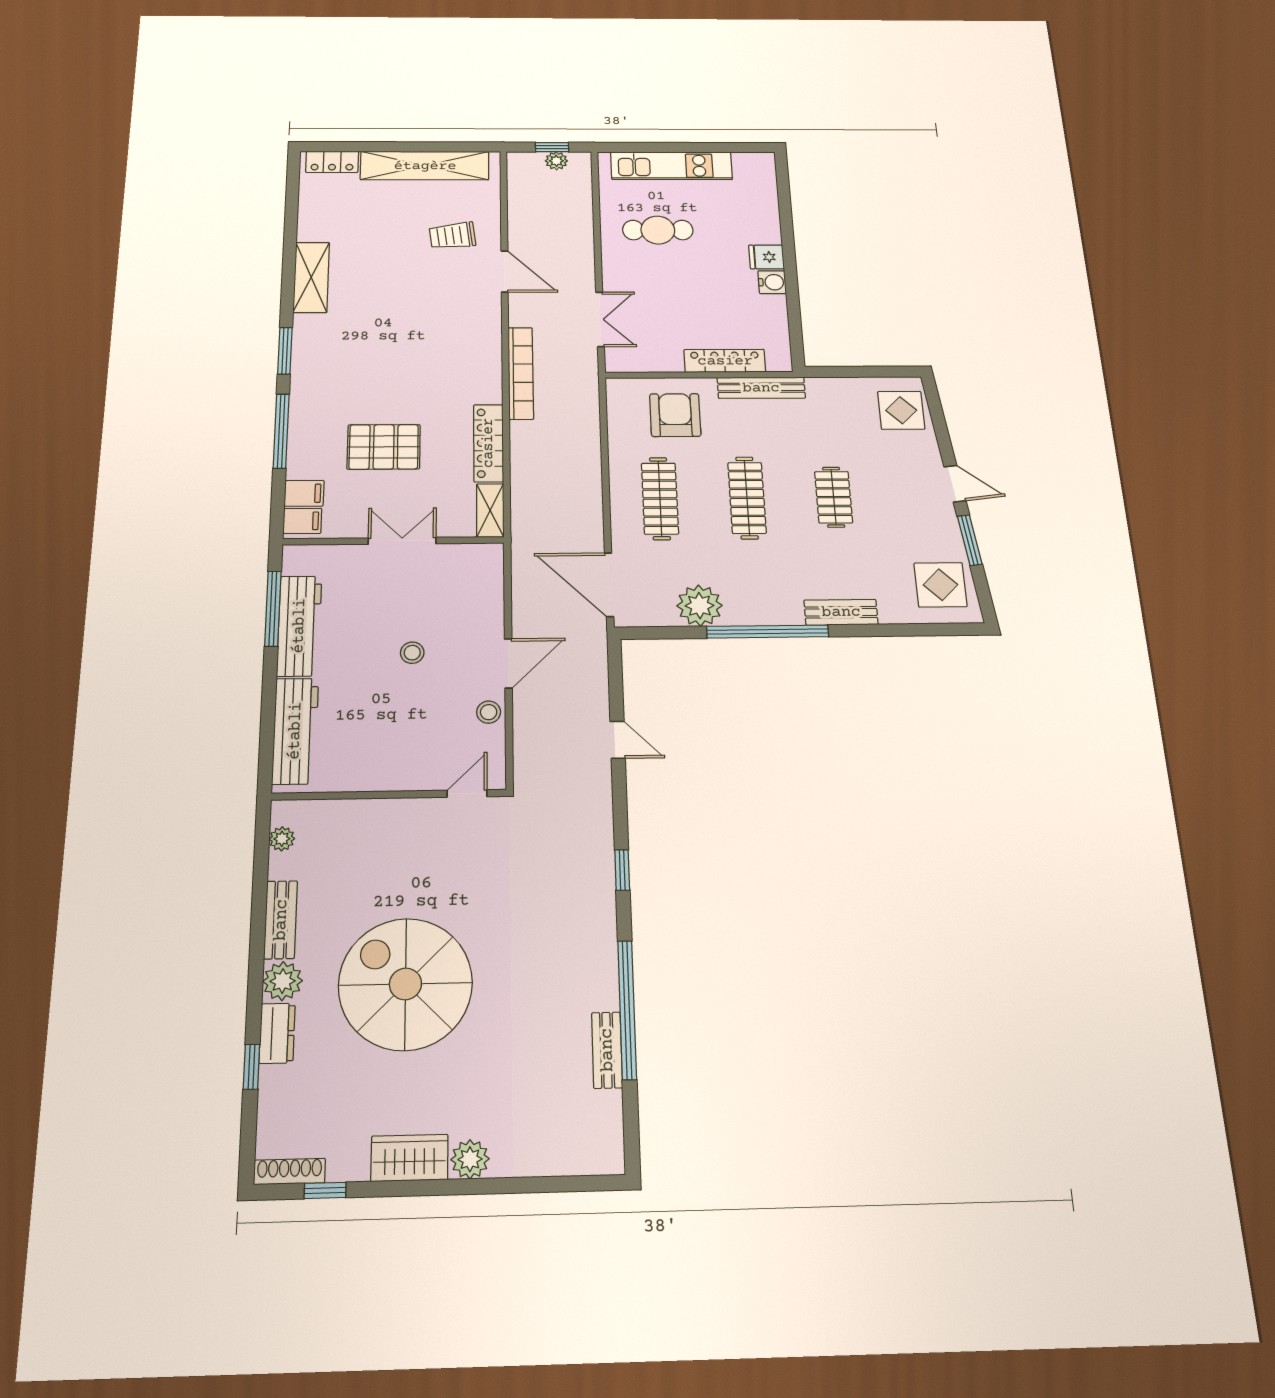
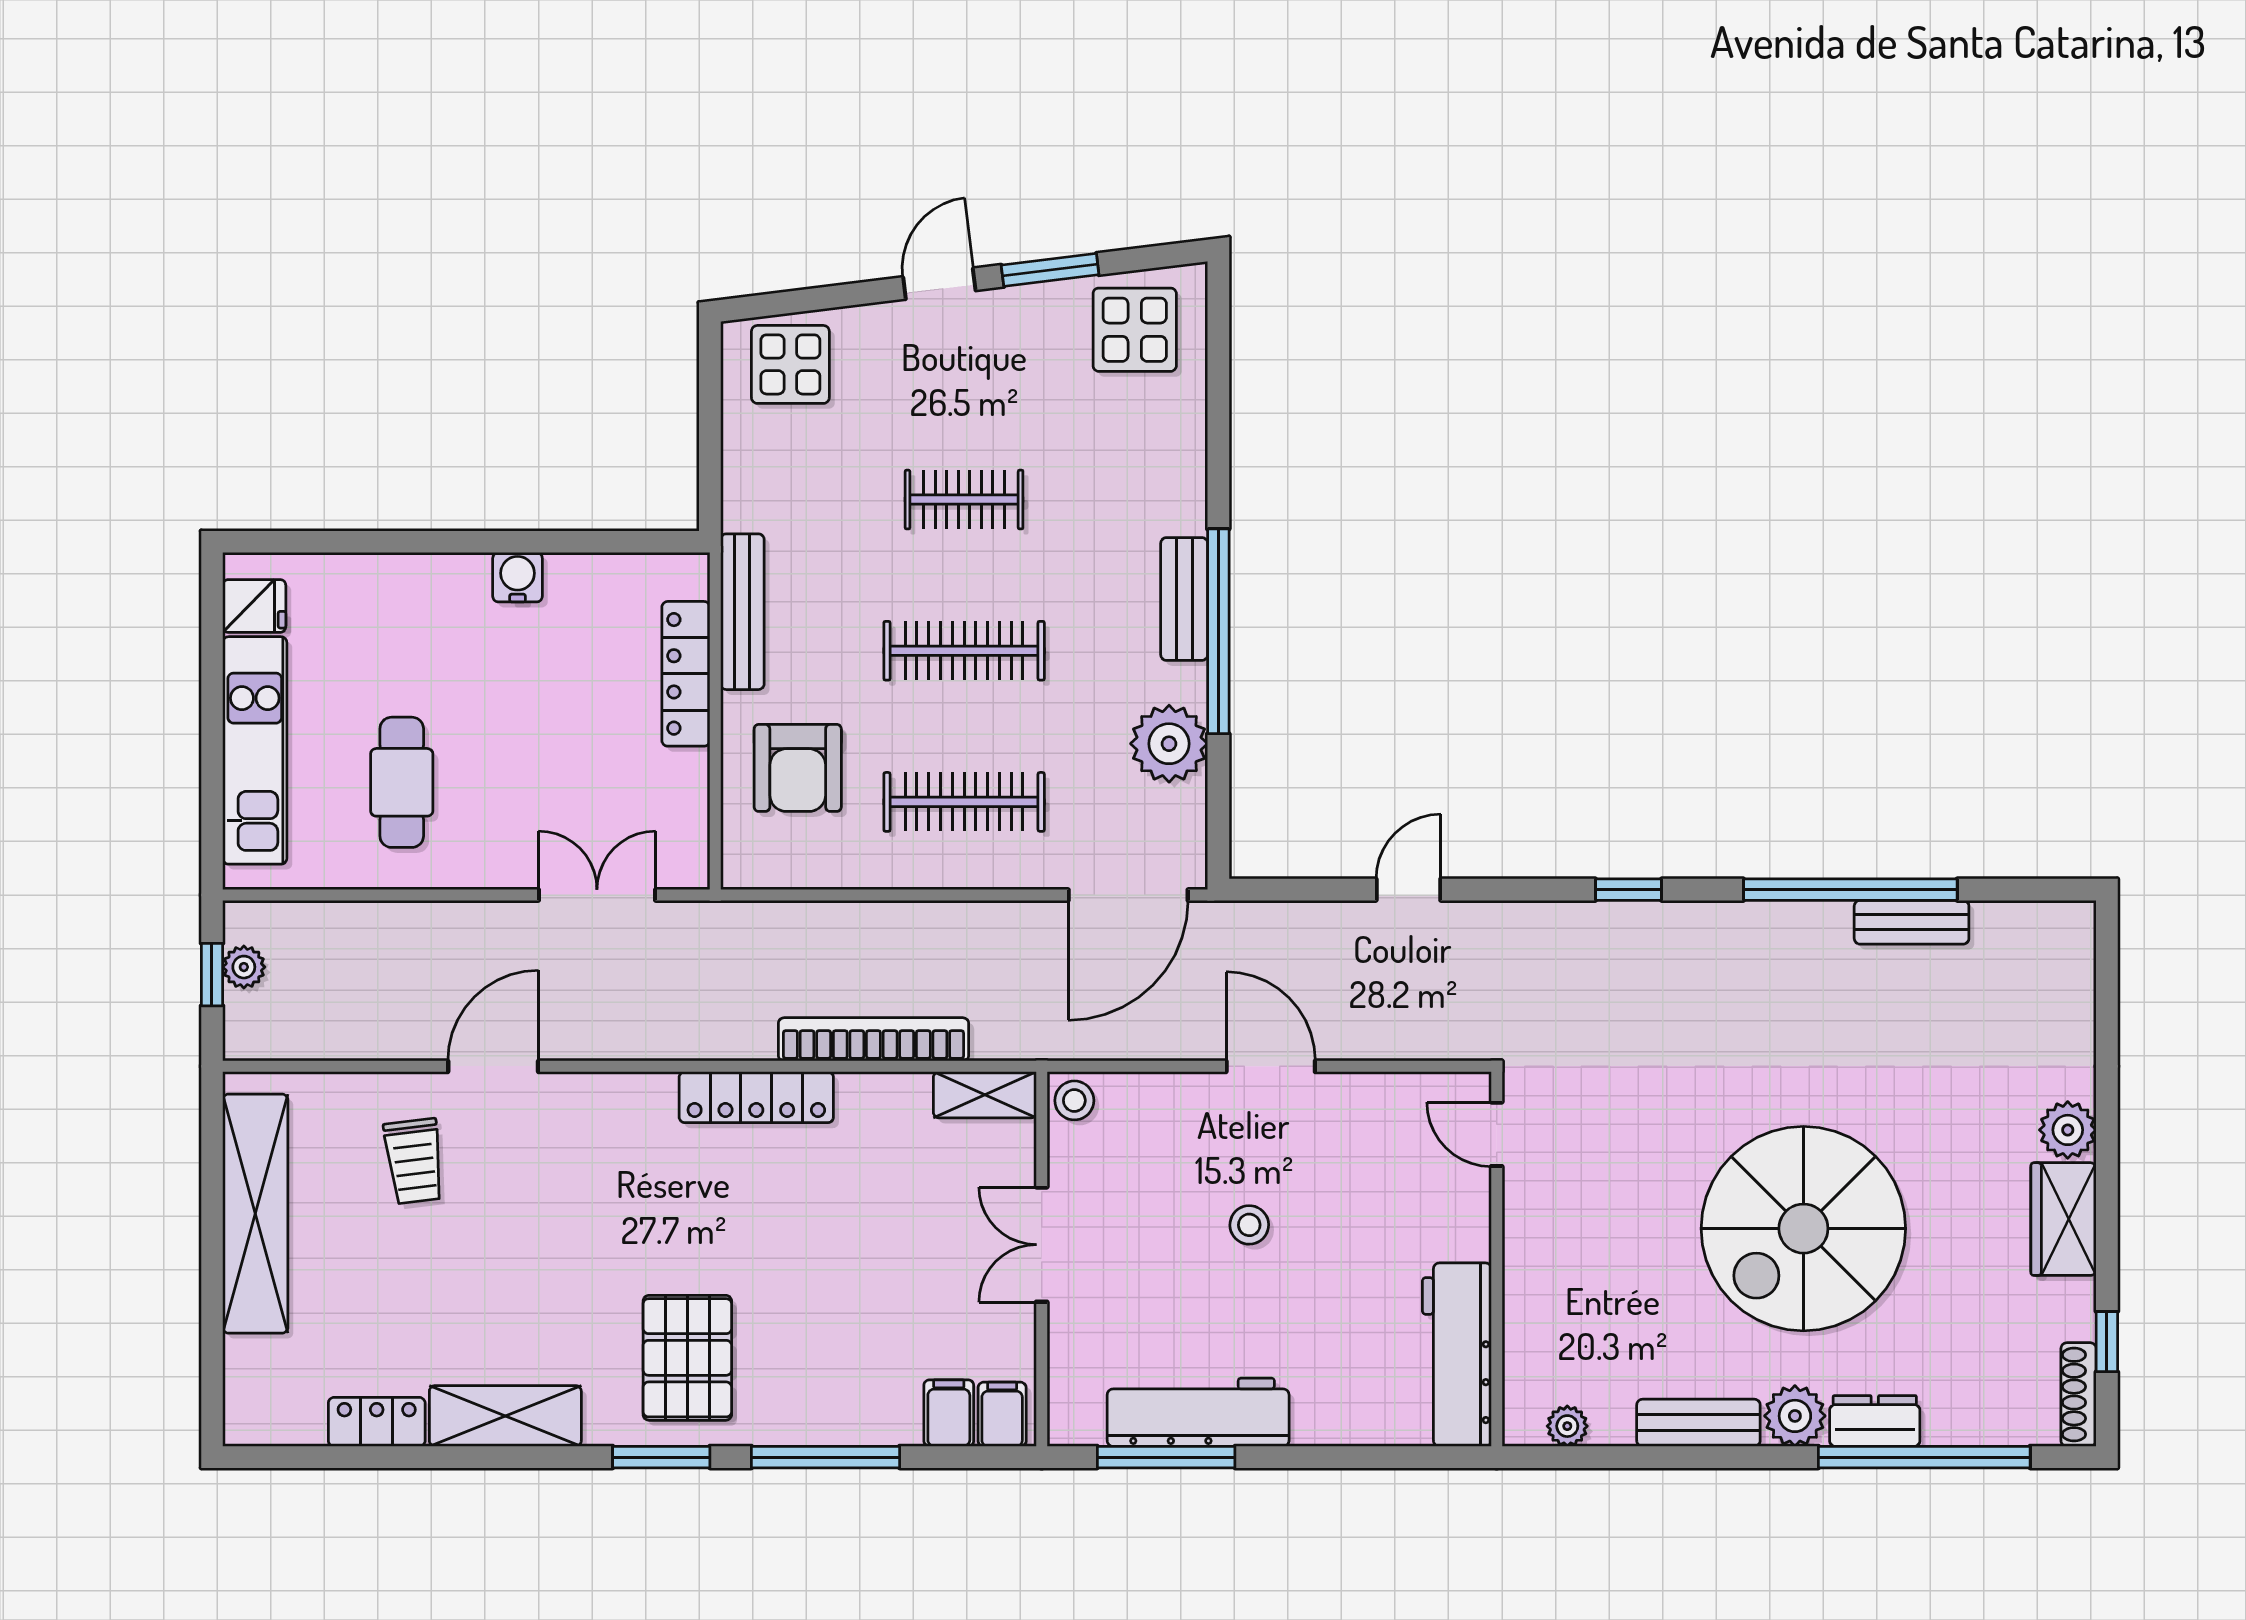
locker: (332, 162) -> (377, 1422), moved, turned -90
fridge: (766, 257) -> (254, 606), moved, turned -90
bookcase: (521, 373) -> (873, 1039), moved
armchair: (675, 415) -> (798, 768), turned -90
locker: (488, 443) -> (756, 1097), moved
pallet: (384, 447) -> (687, 1358), moved
bench: (841, 612) -> (1184, 599), moved
stool: (489, 712) -> (1074, 1100), moved
workbench: (295, 731) -> (1457, 1355), moved, turned -90
window: (251, 1067) -> (1924, 1457), width x3.17

